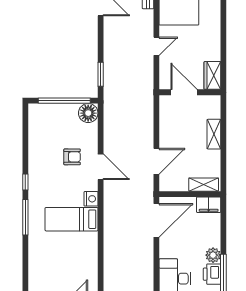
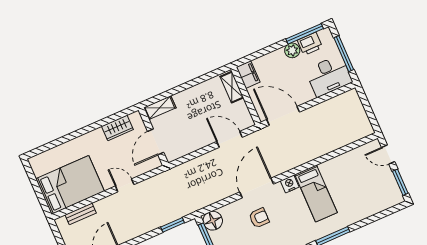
wardrobe: (212, 75) -> (117, 128), moved
shelving: (214, 134) -> (160, 108), moved
armchair: (72, 157) -> (259, 218), turned 90
door: (101, 167) -> (257, 188), width x1.36

